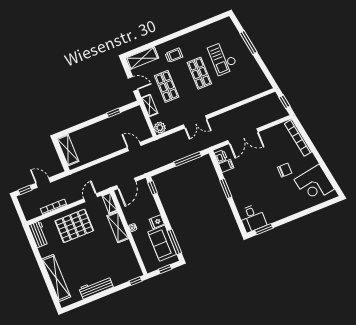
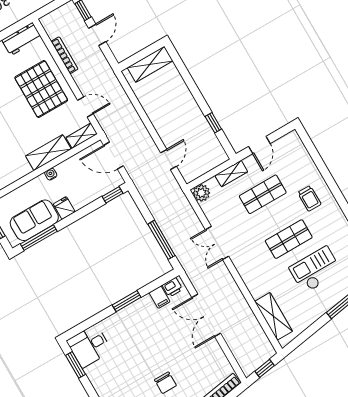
shelving: (142, 58) -> (274, 316), moved

